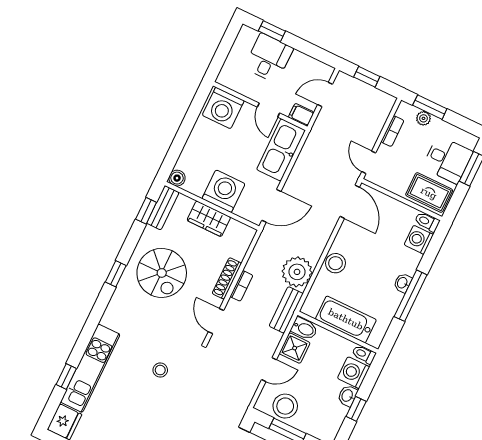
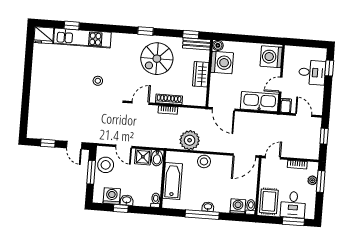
washing machine: (223, 191) -> (222, 63), moved
bench: (286, 310) -> (164, 143), removed
washing machine: (354, 373) -> (112, 196), moved

